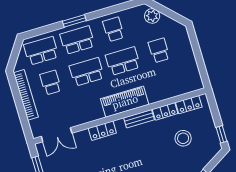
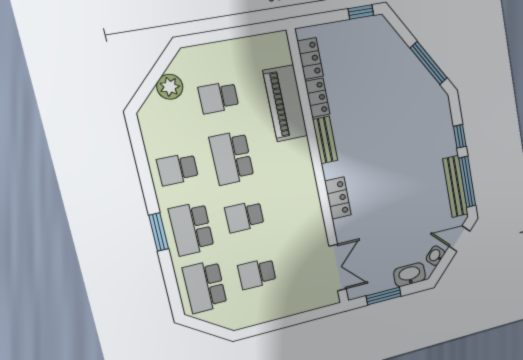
plant: (152, 16) -> (170, 87), moved
school desk: (87, 72) -> (245, 217), width x0.54
bookcase: (26, 95) -> (273, 312), removed
piano: (125, 102) -> (285, 103), moved
stool: (183, 138) -> (361, 74), removed

